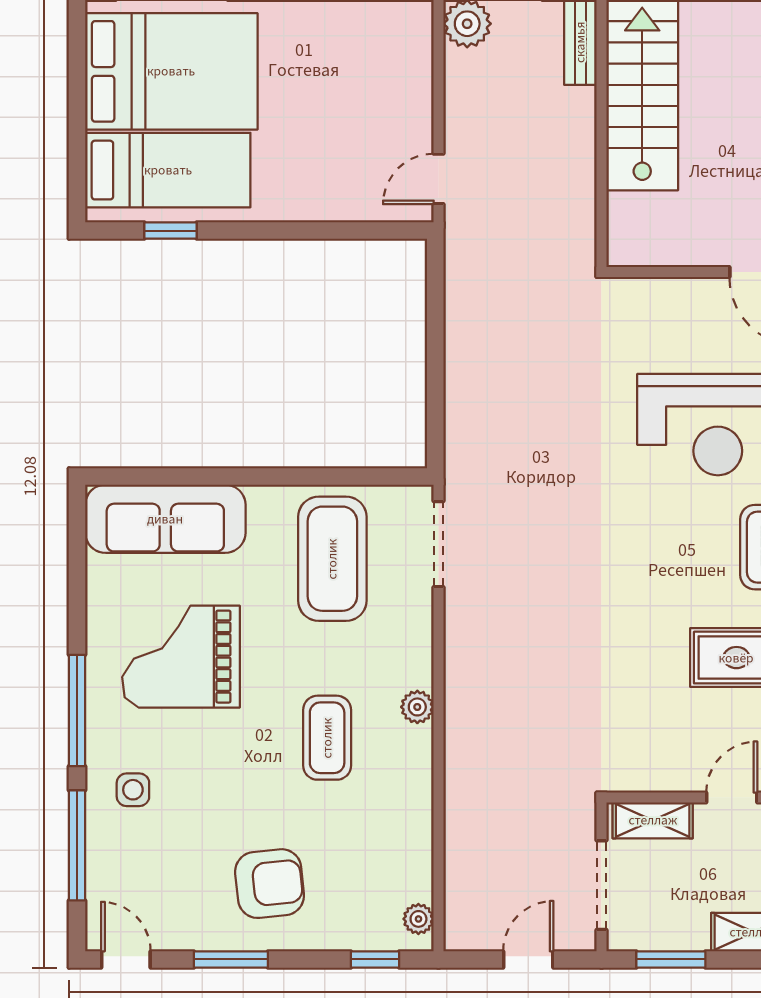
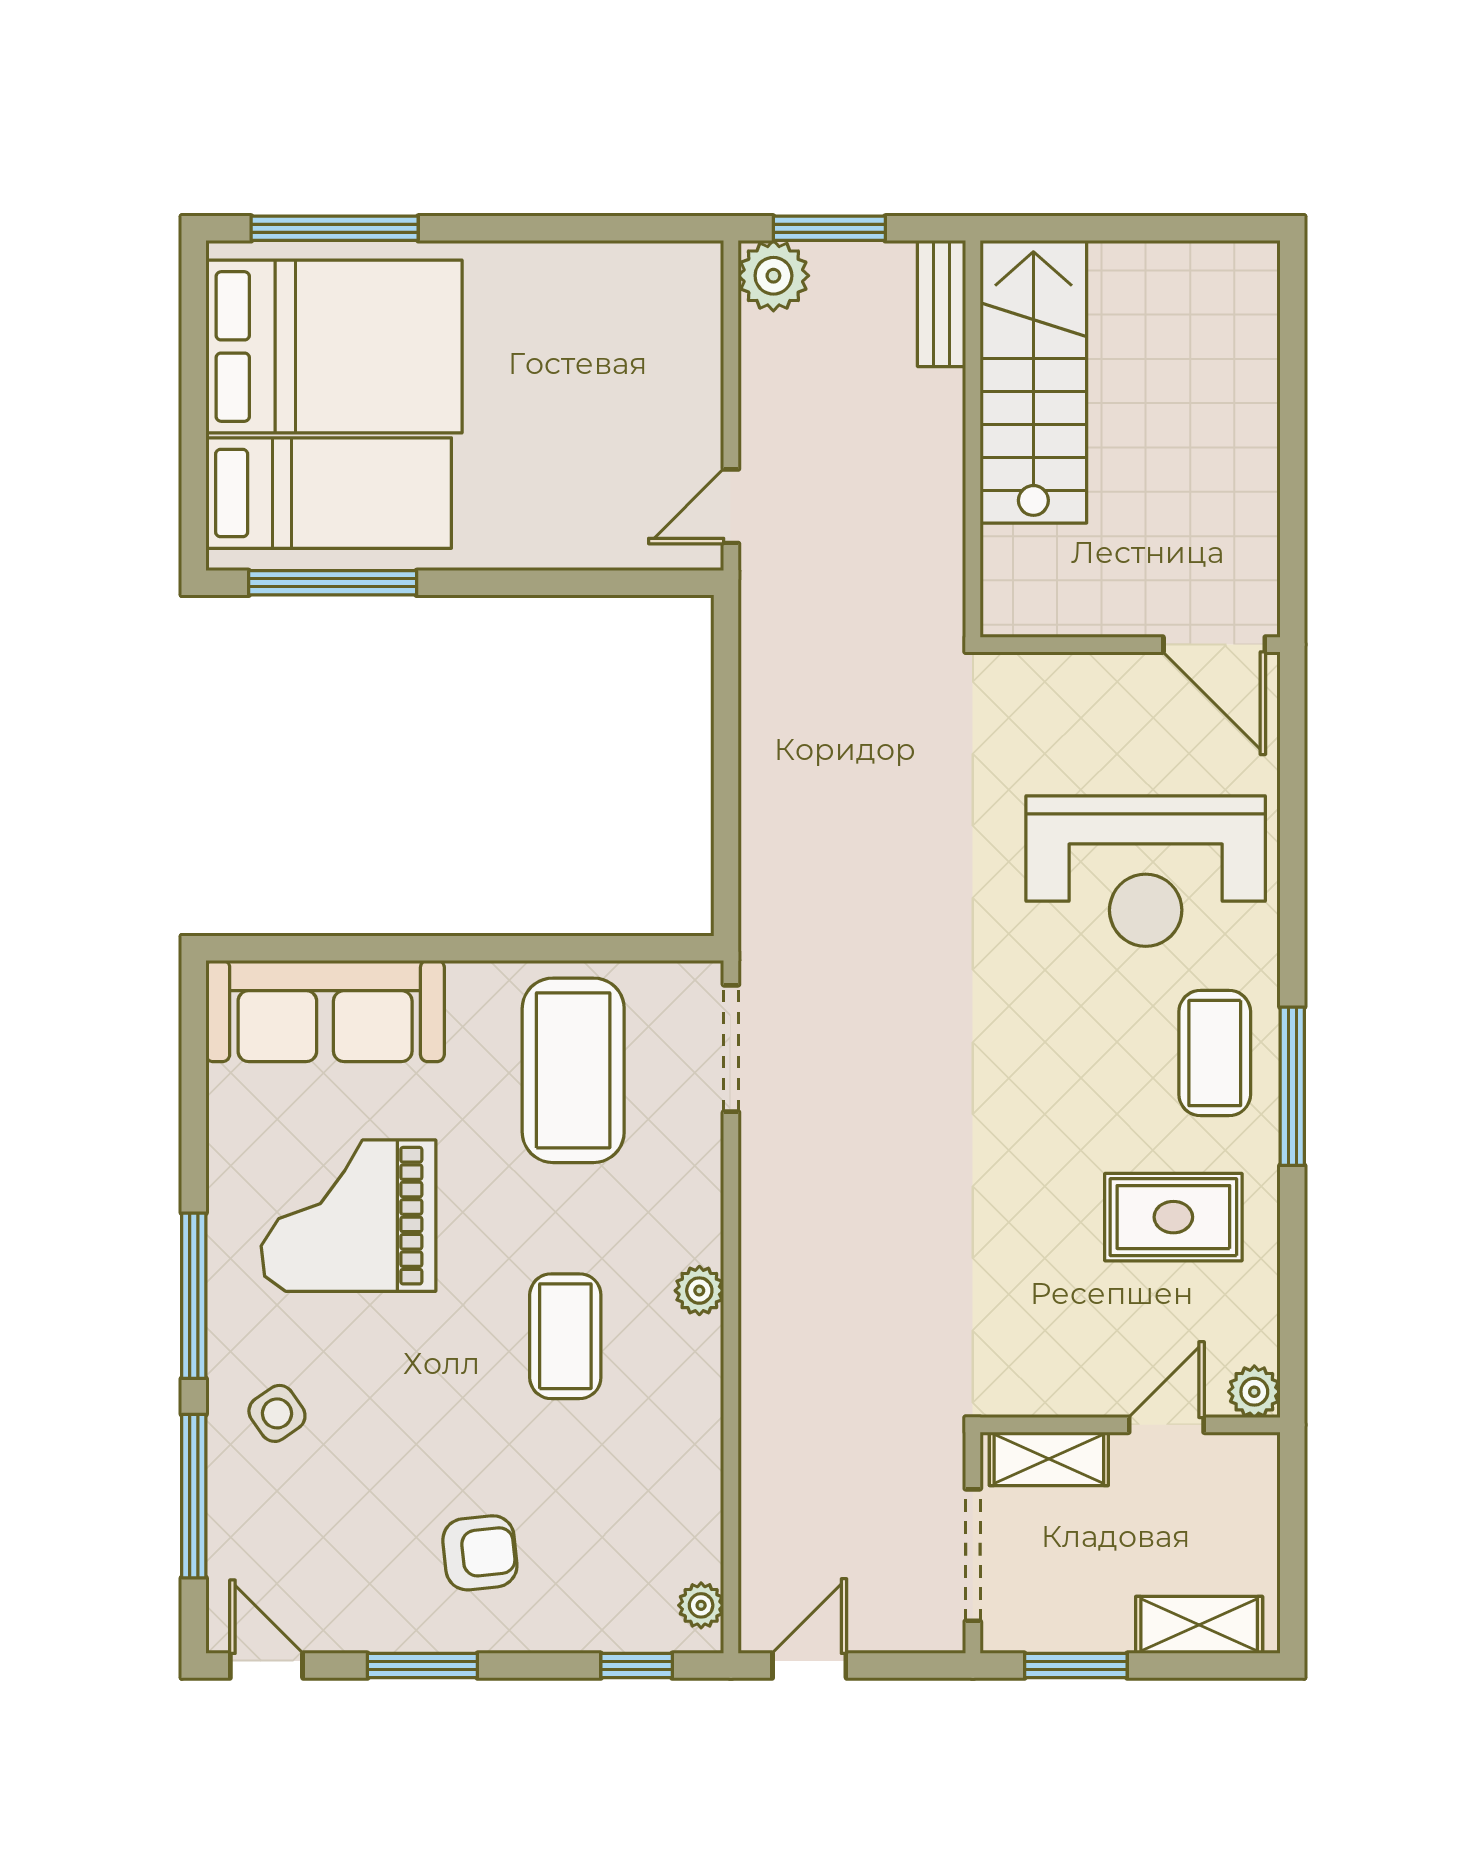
window: (170, 231) -> (333, 583), width x2.17
side table: (133, 790) -> (277, 1413), turned -35
armchair: (270, 884) -> (480, 1553), width x0.72, depth x0.72
door: (528, 959) -> (809, 1666), moved

